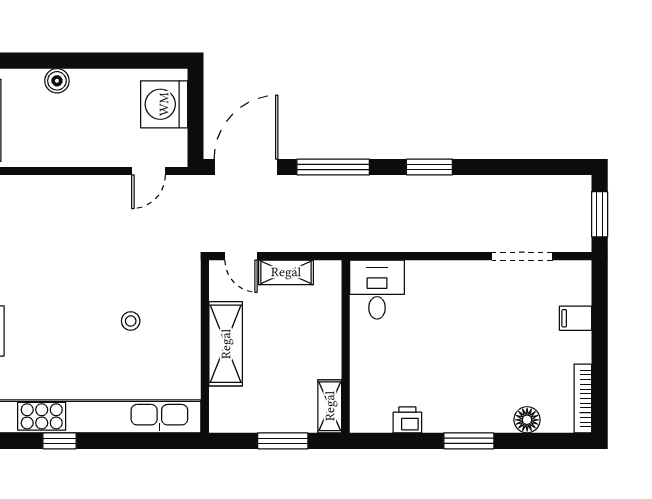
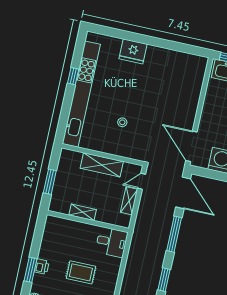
door: (148, 171) -> (191, 146), width x1.88
rug: (452, 338) -> (81, 272), added
shelving: (330, 406) -> (83, 212), moved
printer: (407, 420) -> (42, 267), moved

